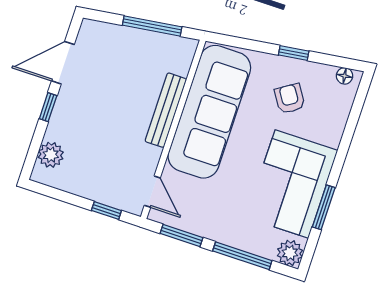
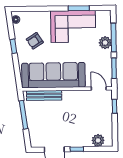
bench: (166, 110) -> (44, 95), moved
door: (152, 192) -> (99, 88), hinge flipped
plant: (290, 253) -> (105, 43), moved

